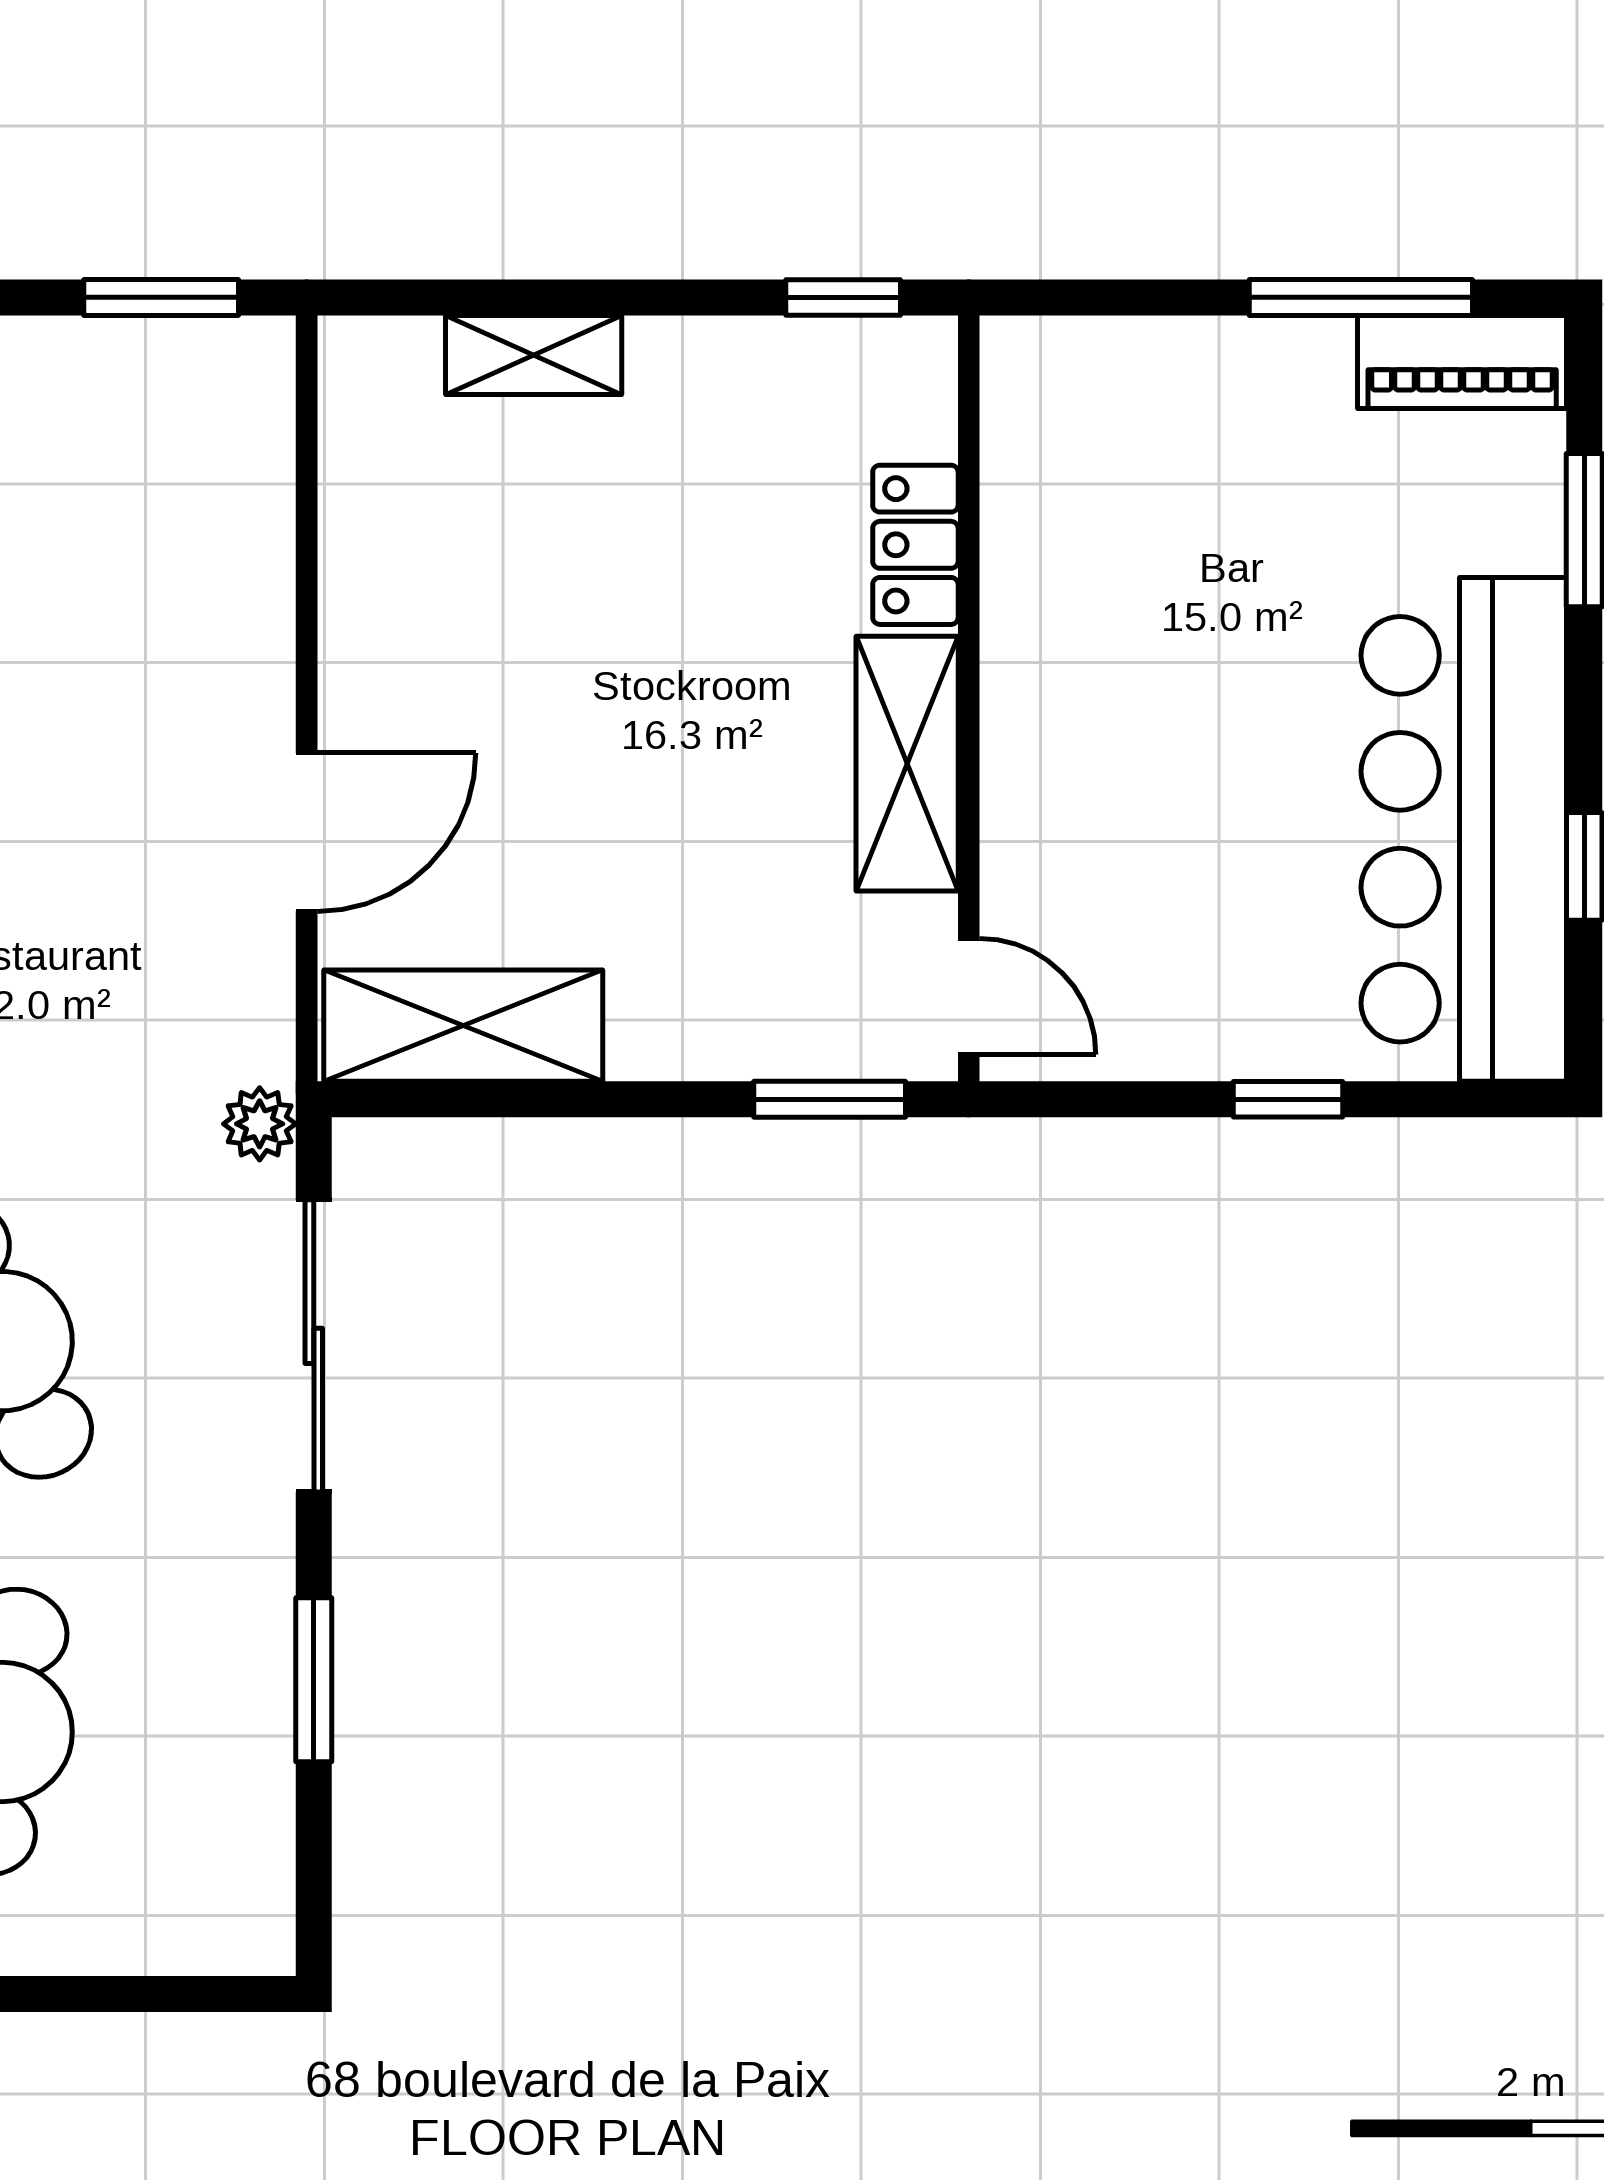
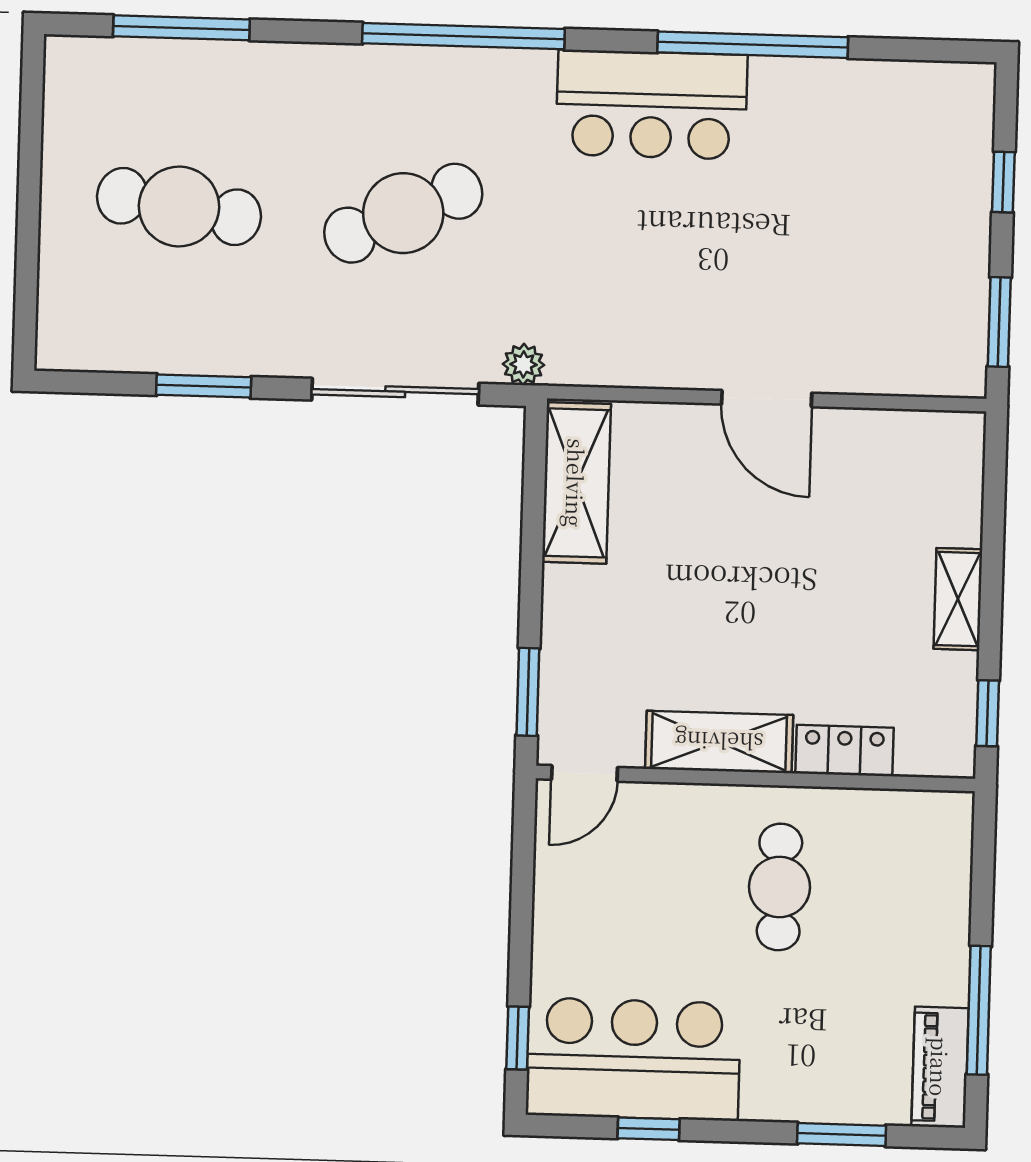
shelving: (534, 355) -> (958, 599), moved
cafe table: (1157, 651) -> (779, 887), added
bar counter: (1464, 829) -> (633, 1059), width x0.73
door: (307, 832) -> (767, 399), moved
window: (1288, 1099) -> (518, 1038), moved

